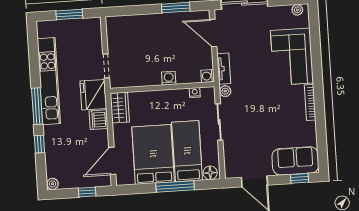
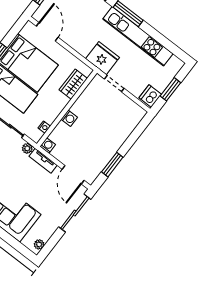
door: (213, 33) -> (73, 175), swing flipped
wardrobe: (120, 108) -> (73, 84), moved, turned 90
dishwasher: (99, 120) -> (150, 96), moved, turned -90

